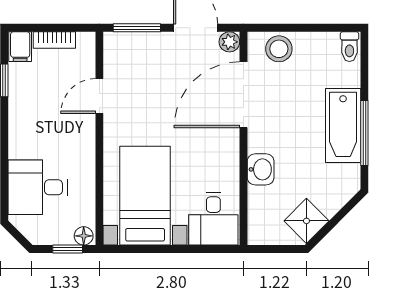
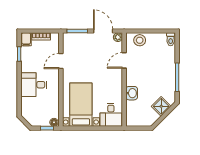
door: (243, 95) -> (124, 60), width x0.53
bathtub: (343, 125) -> (168, 74), removed
desk: (38, 187) -> (34, 85), moved
shower: (306, 221) -> (161, 106), moved

